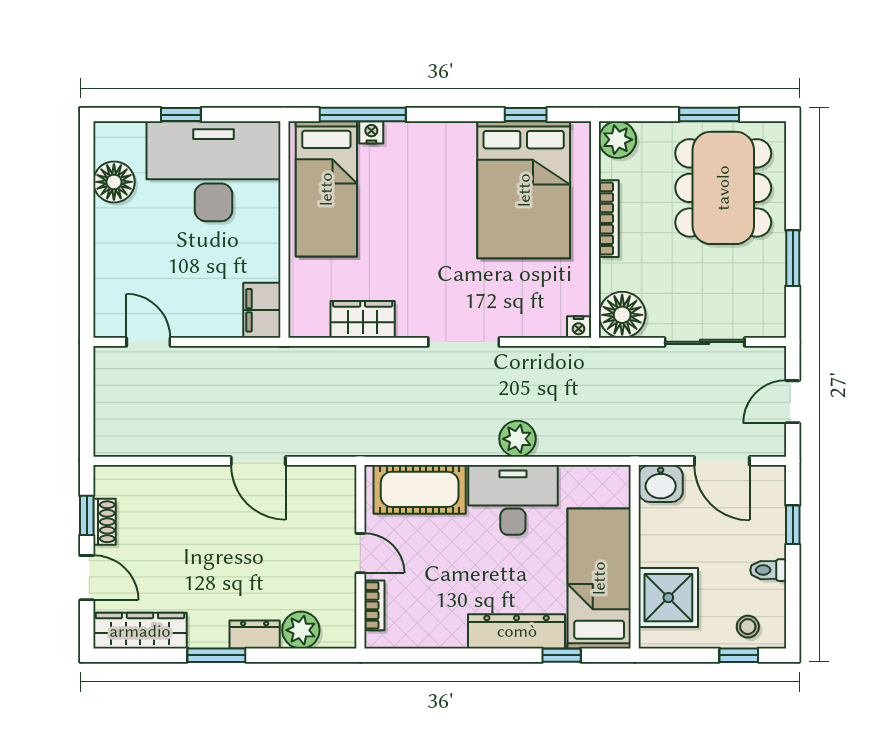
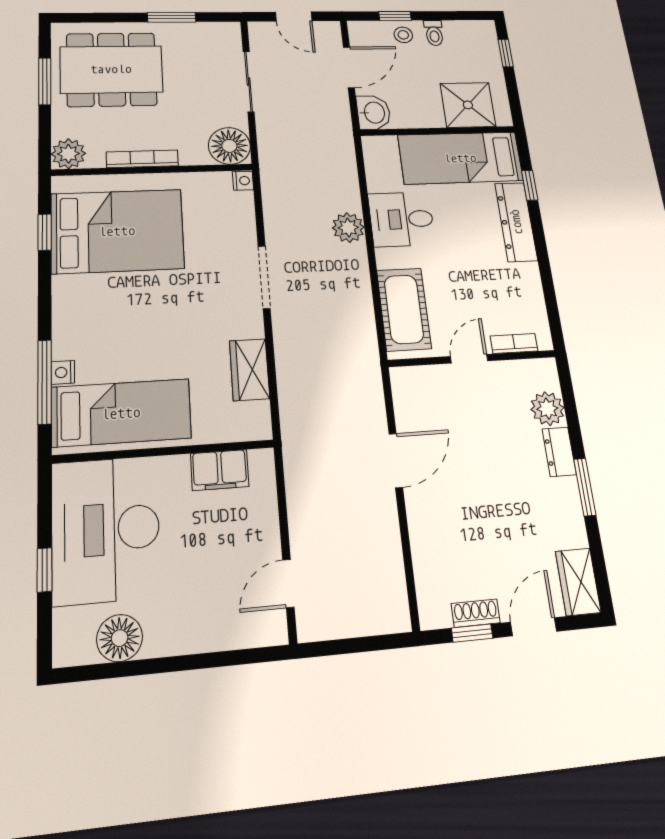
filing cabinet: (262, 310) -> (220, 470), moved
desk: (513, 500) -> (402, 219), width x0.73
stool: (748, 627) -> (403, 35), moved
wardrobe: (140, 631) -> (578, 582), width x0.67

